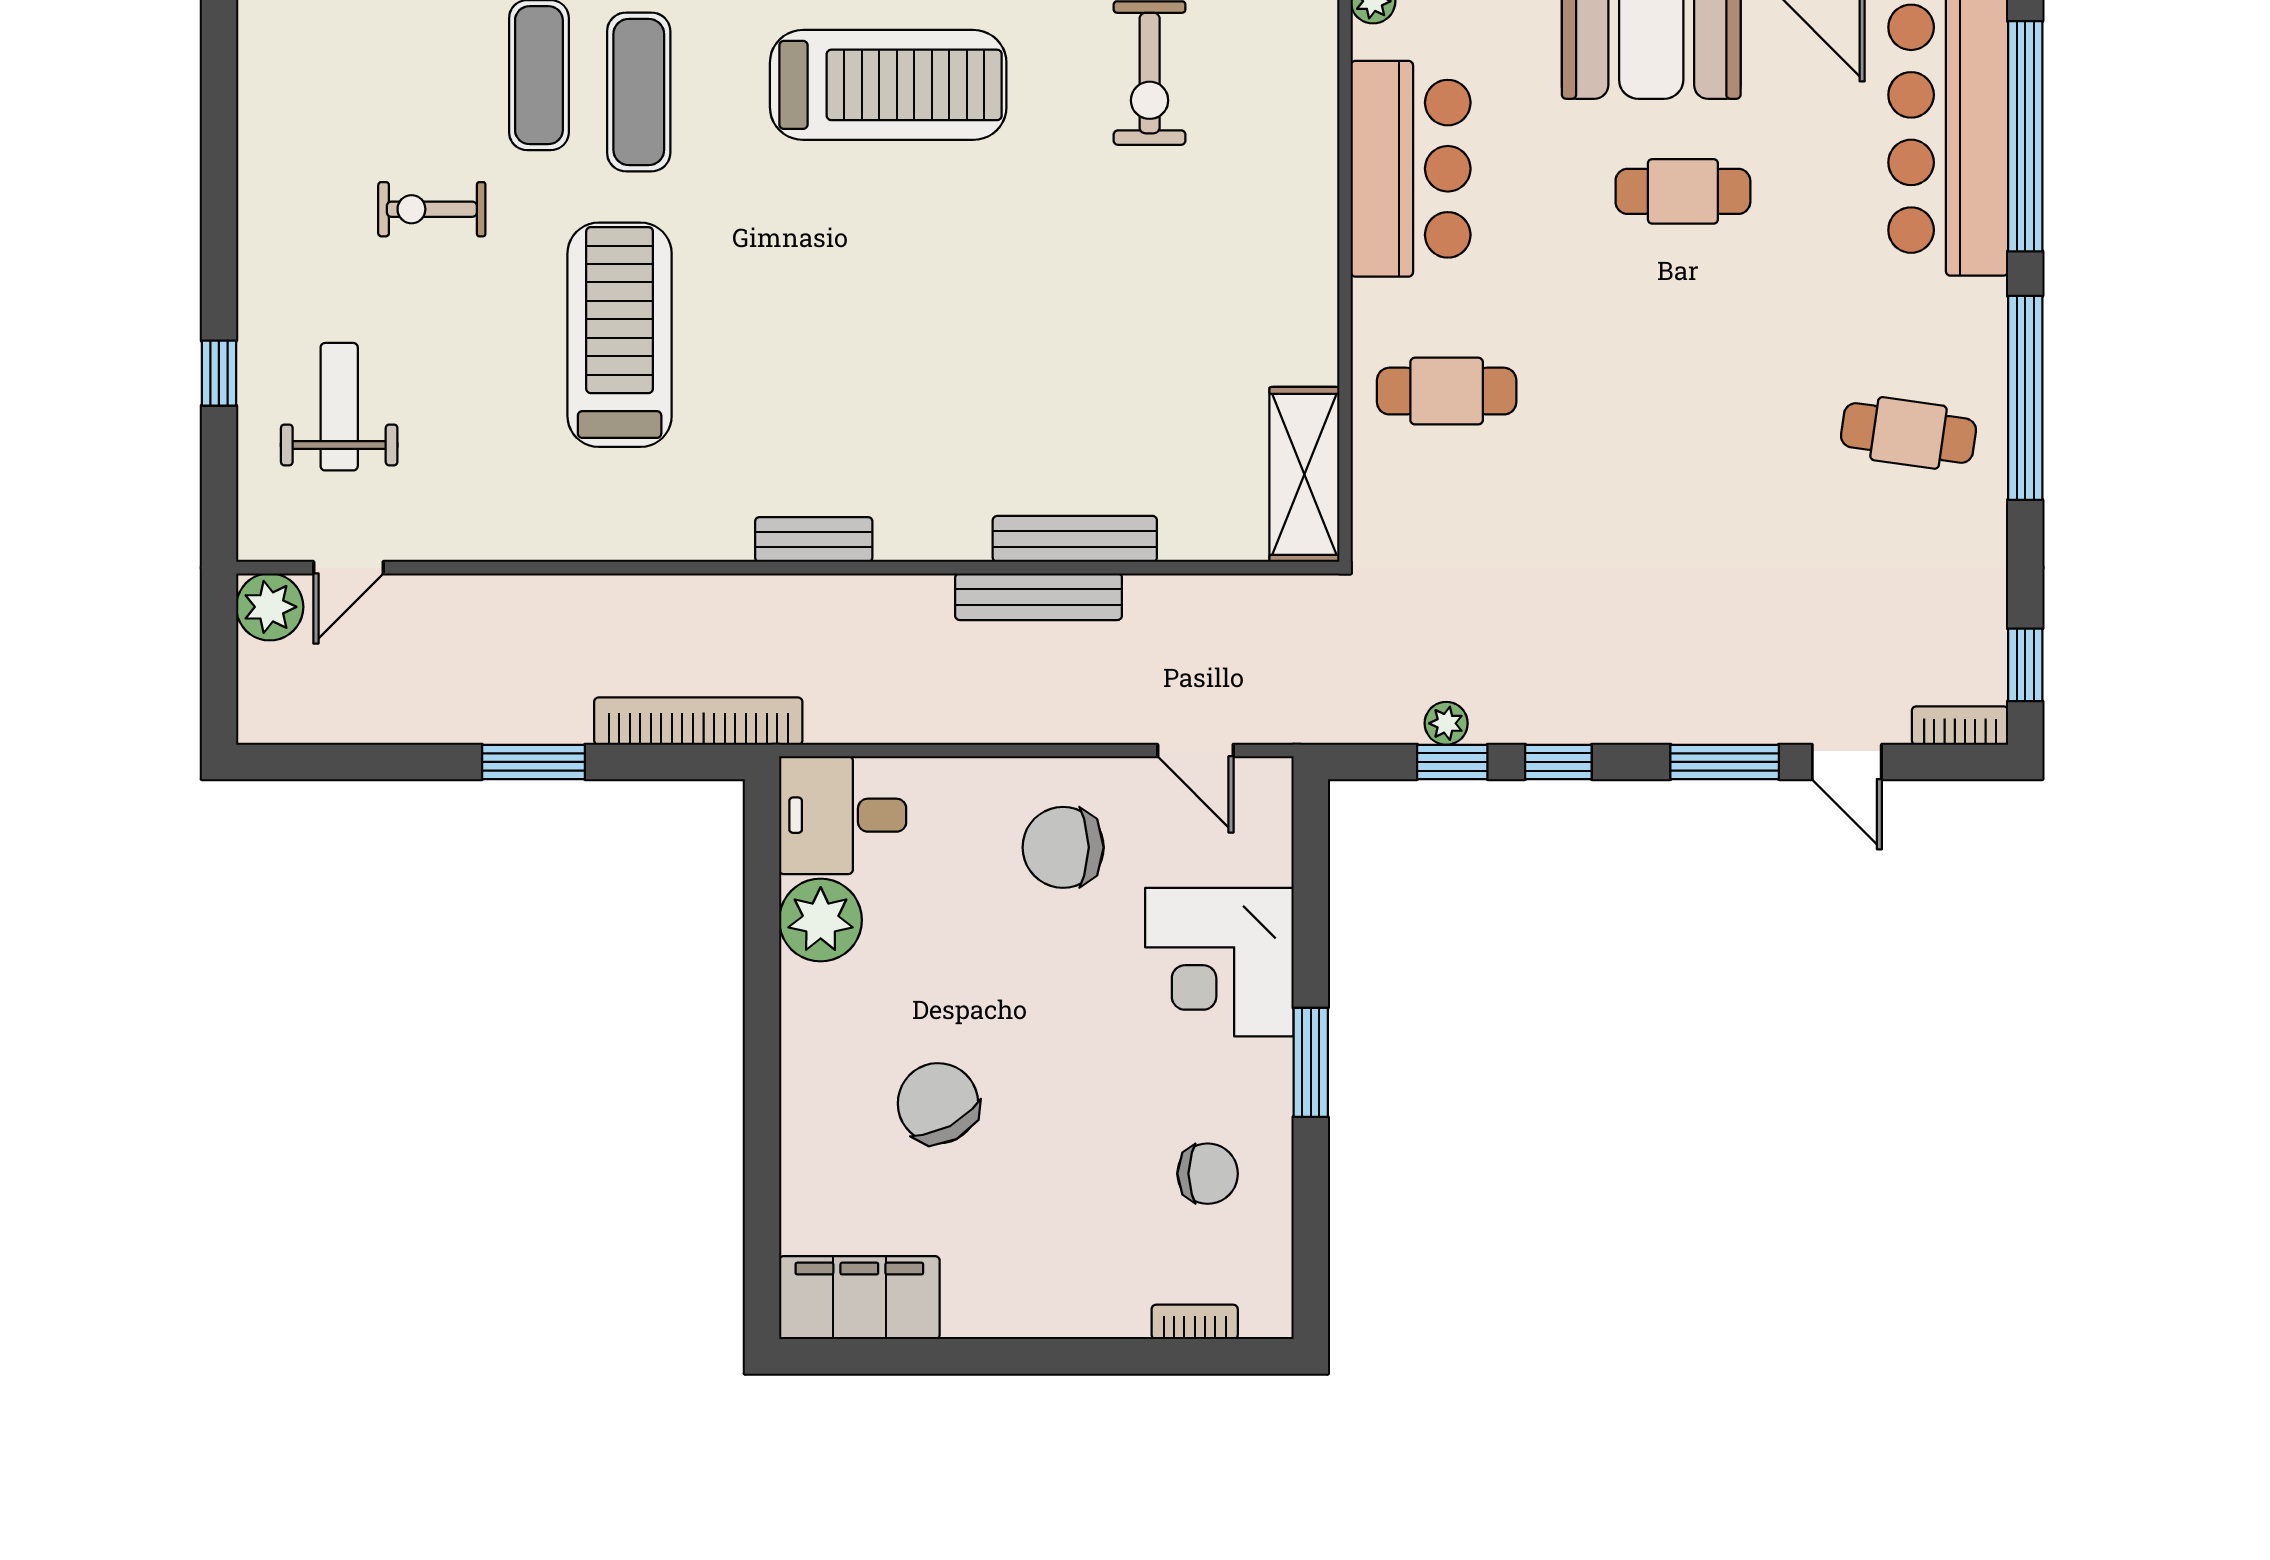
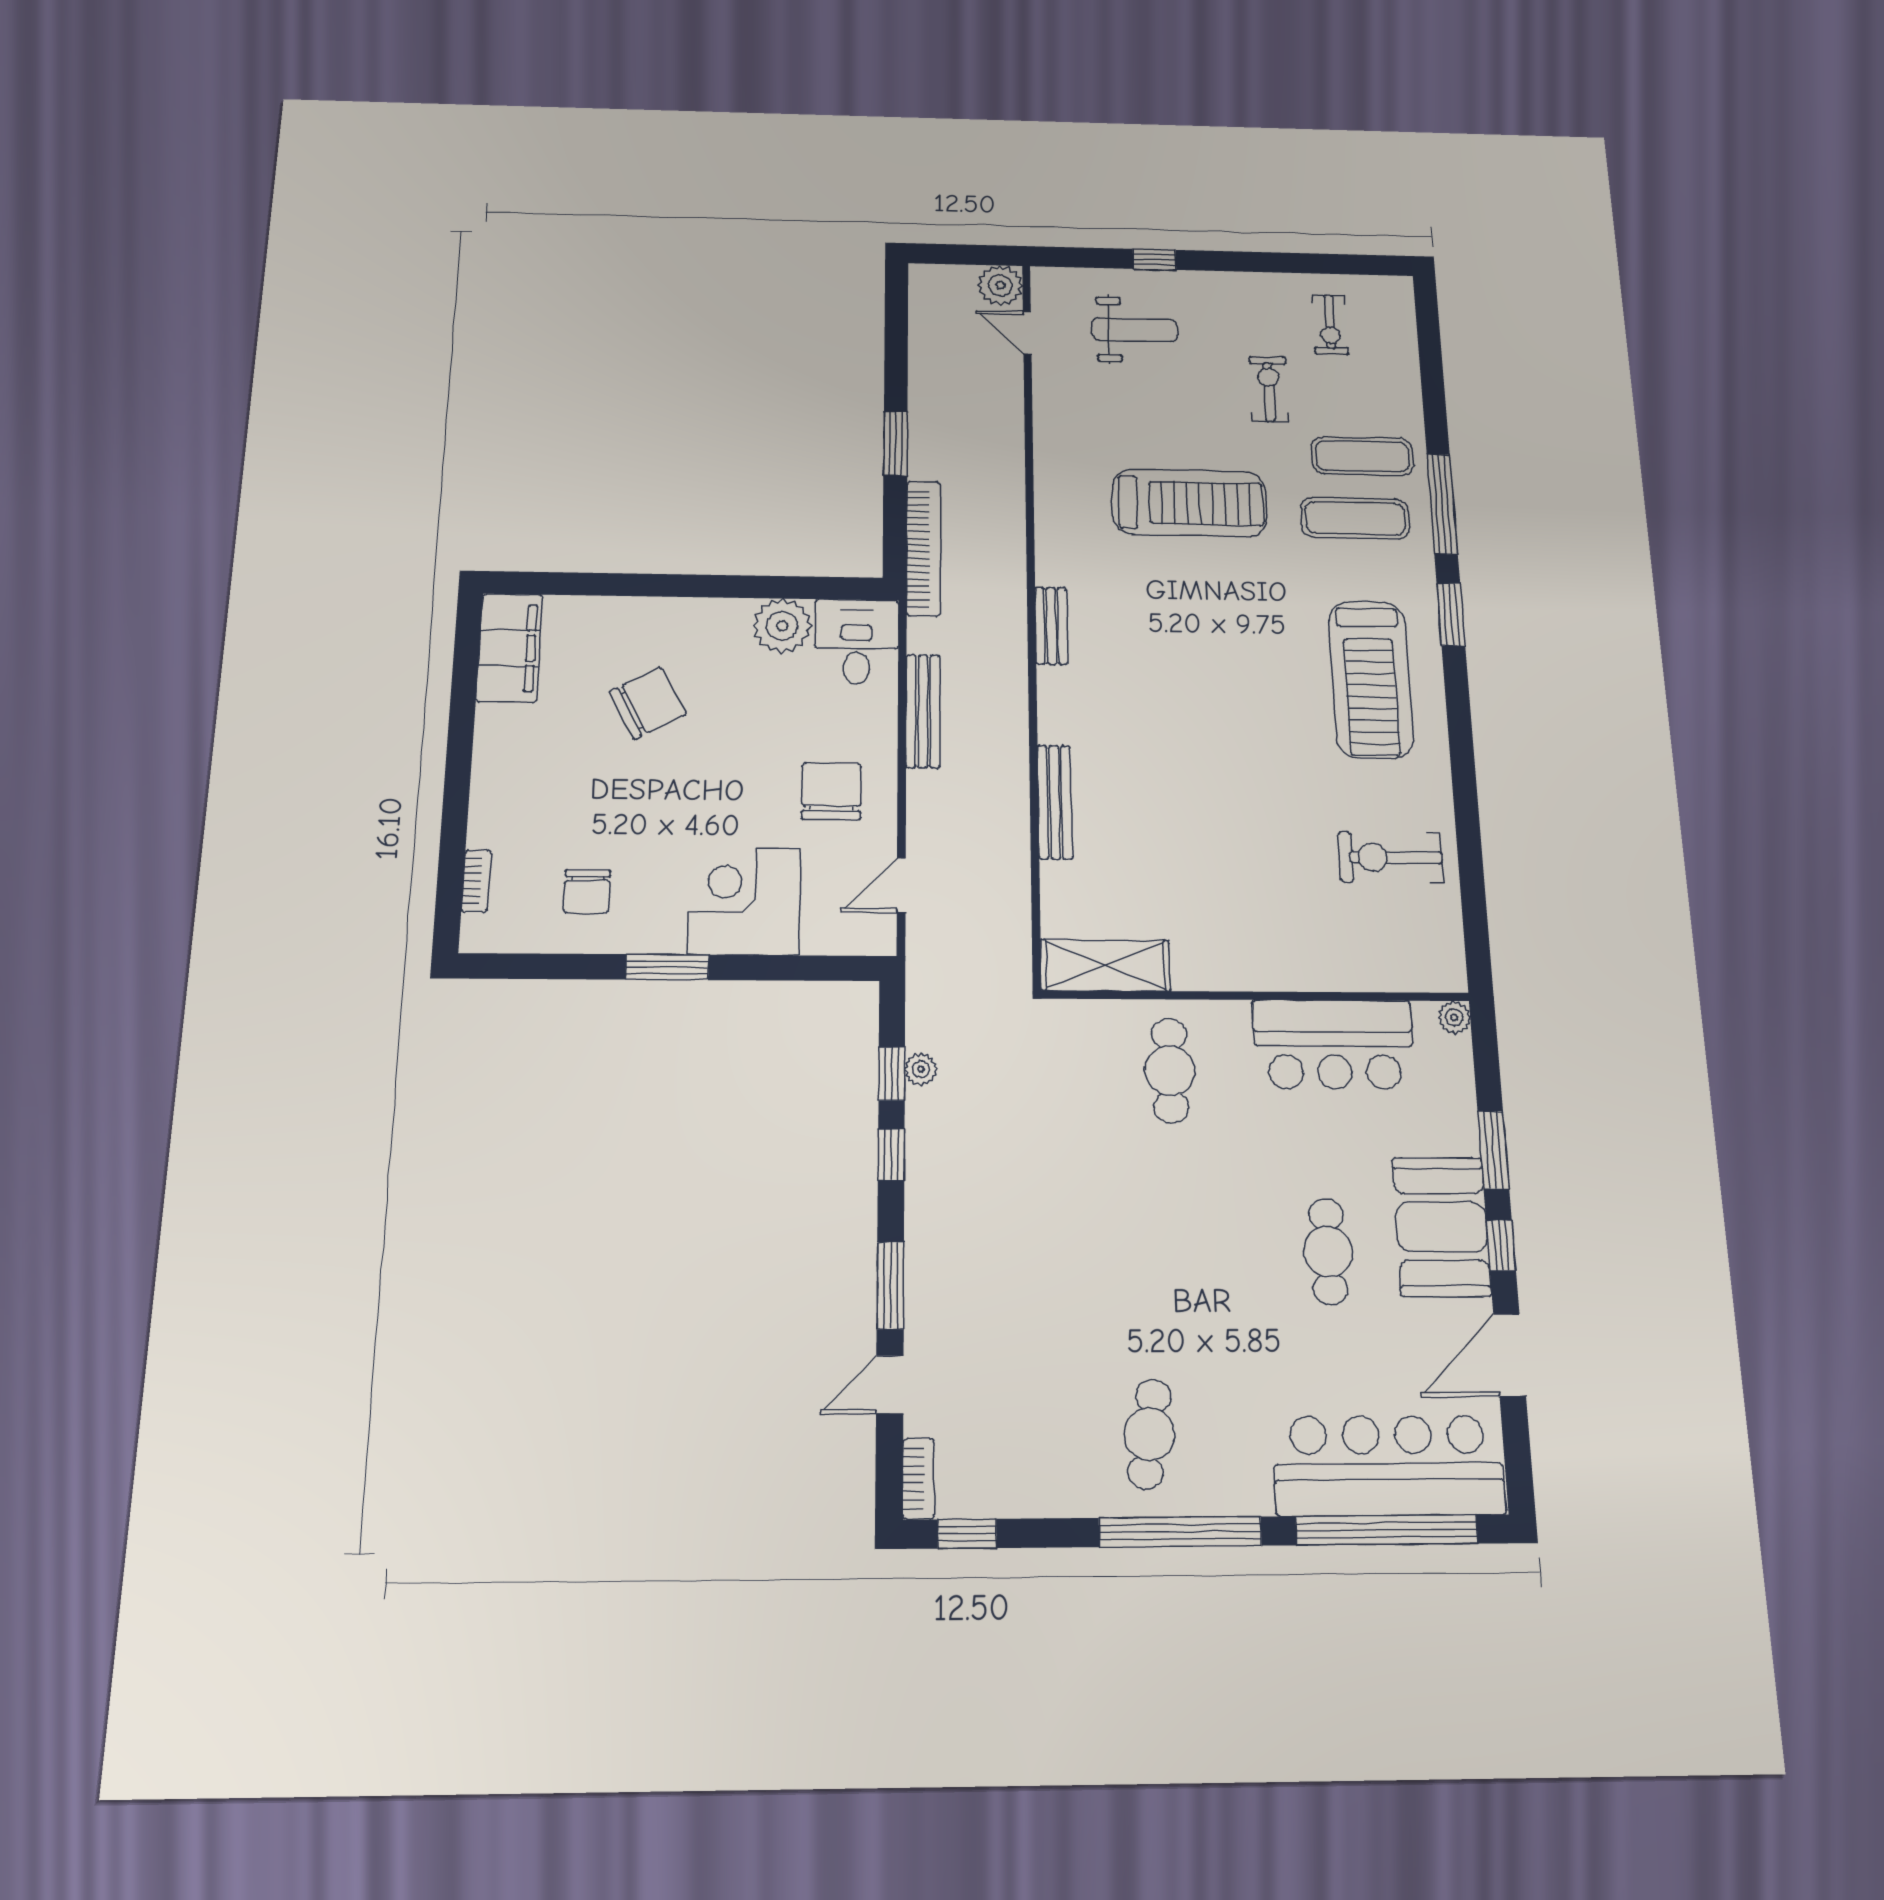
exercise bike: (322, 111) -> (1330, 324), added
bench: (1039, 597) -> (923, 711), moved

